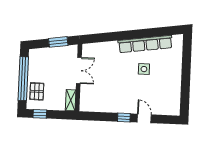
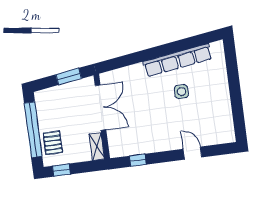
double door: (79, 70) -> (101, 108), width x1.37
window: (124, 118) -> (138, 160), moved

